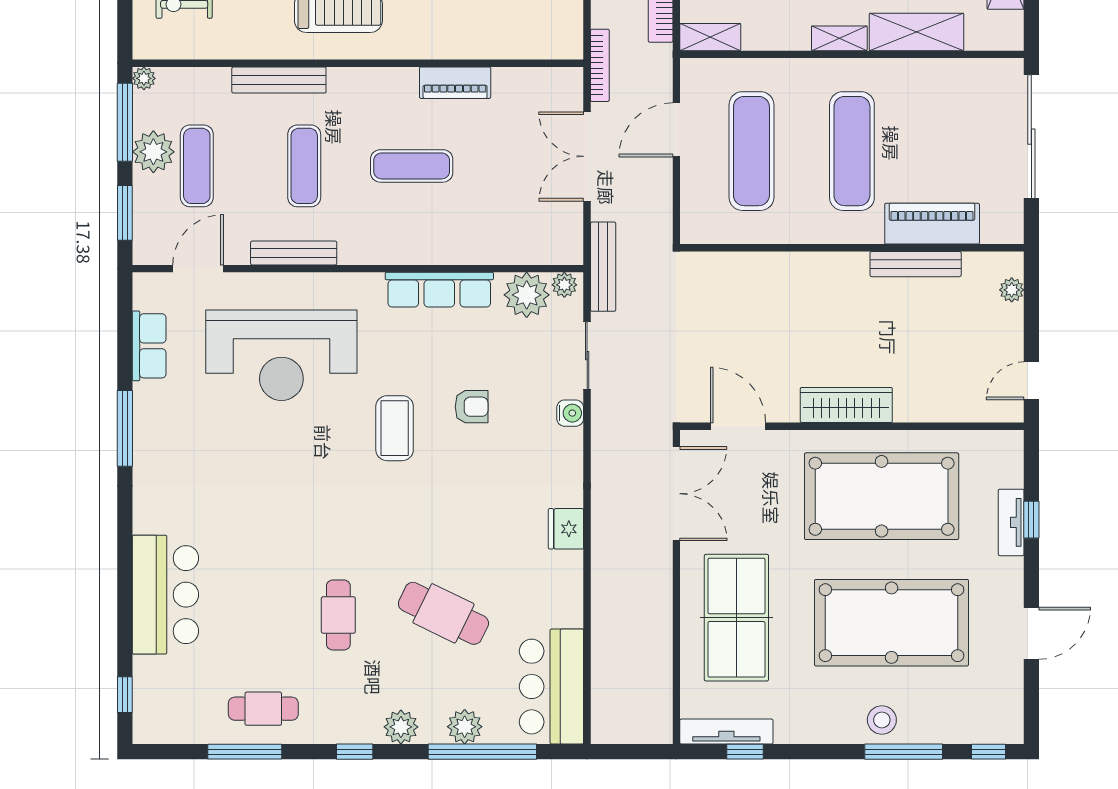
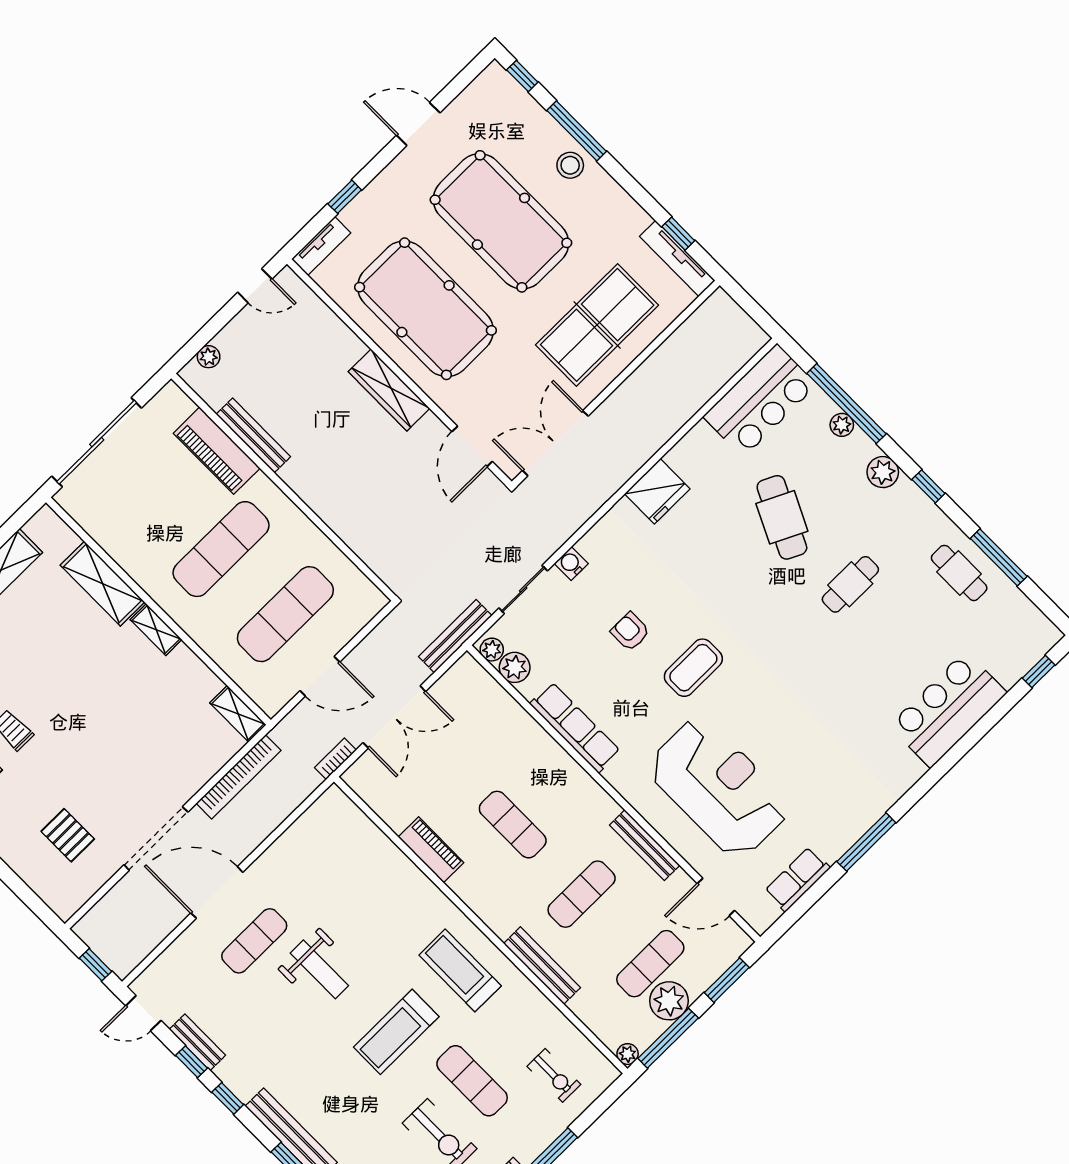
bookcase: (600, 65) -> (335, 759), width x0.64
plant: (527, 295) -> (515, 667), width x0.73, depth x0.73
tv unit: (1011, 522) -> (321, 246), moved
fridge: (566, 529) -> (657, 491), width x1.36, depth x1.34
plant: (465, 727) -> (842, 425), width x0.73, depth x0.73

